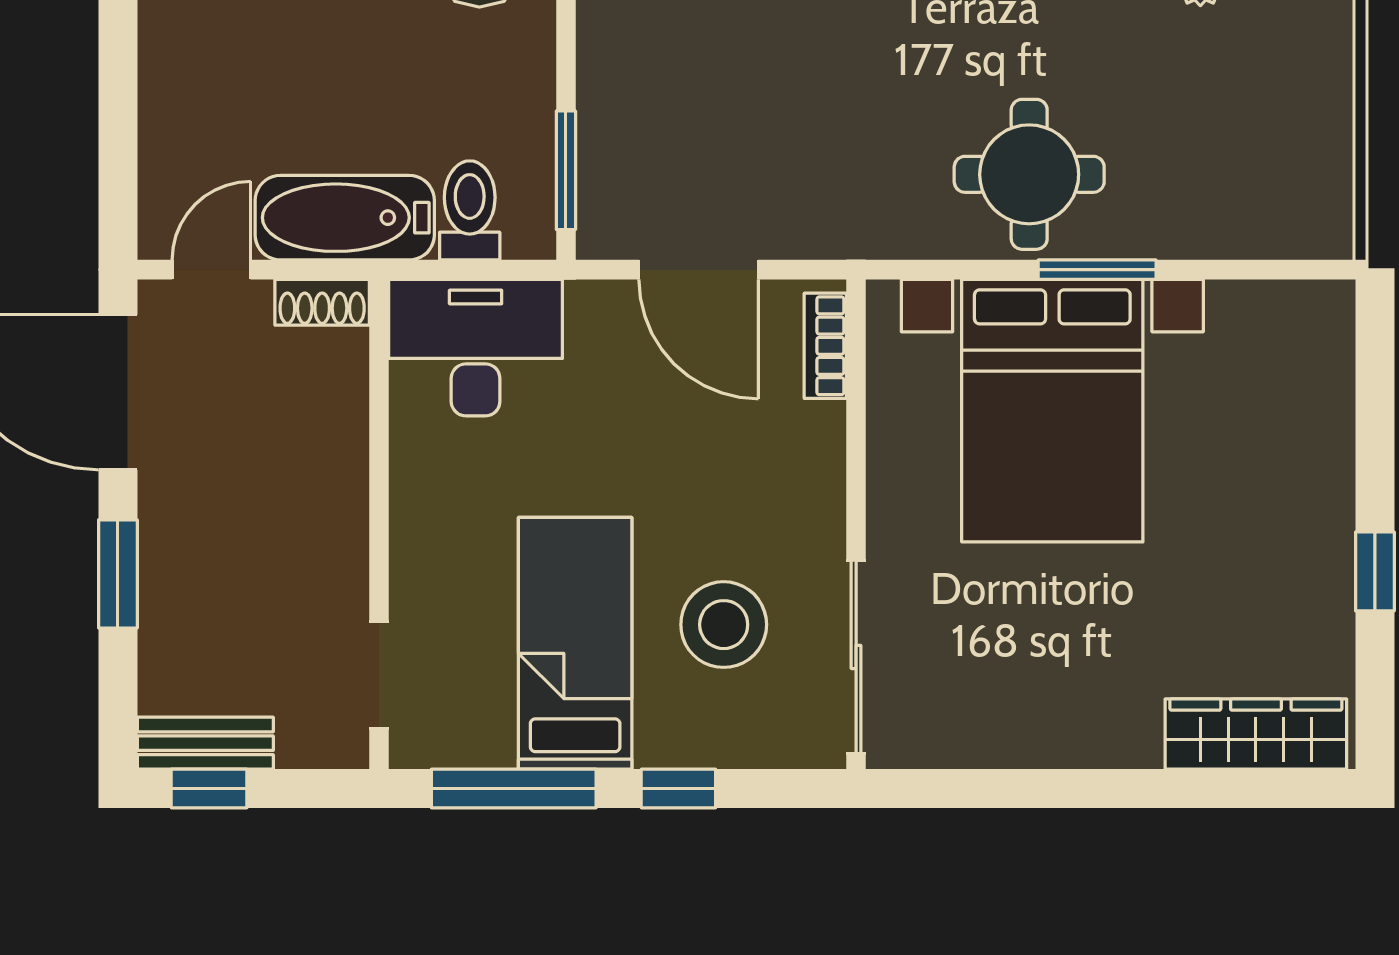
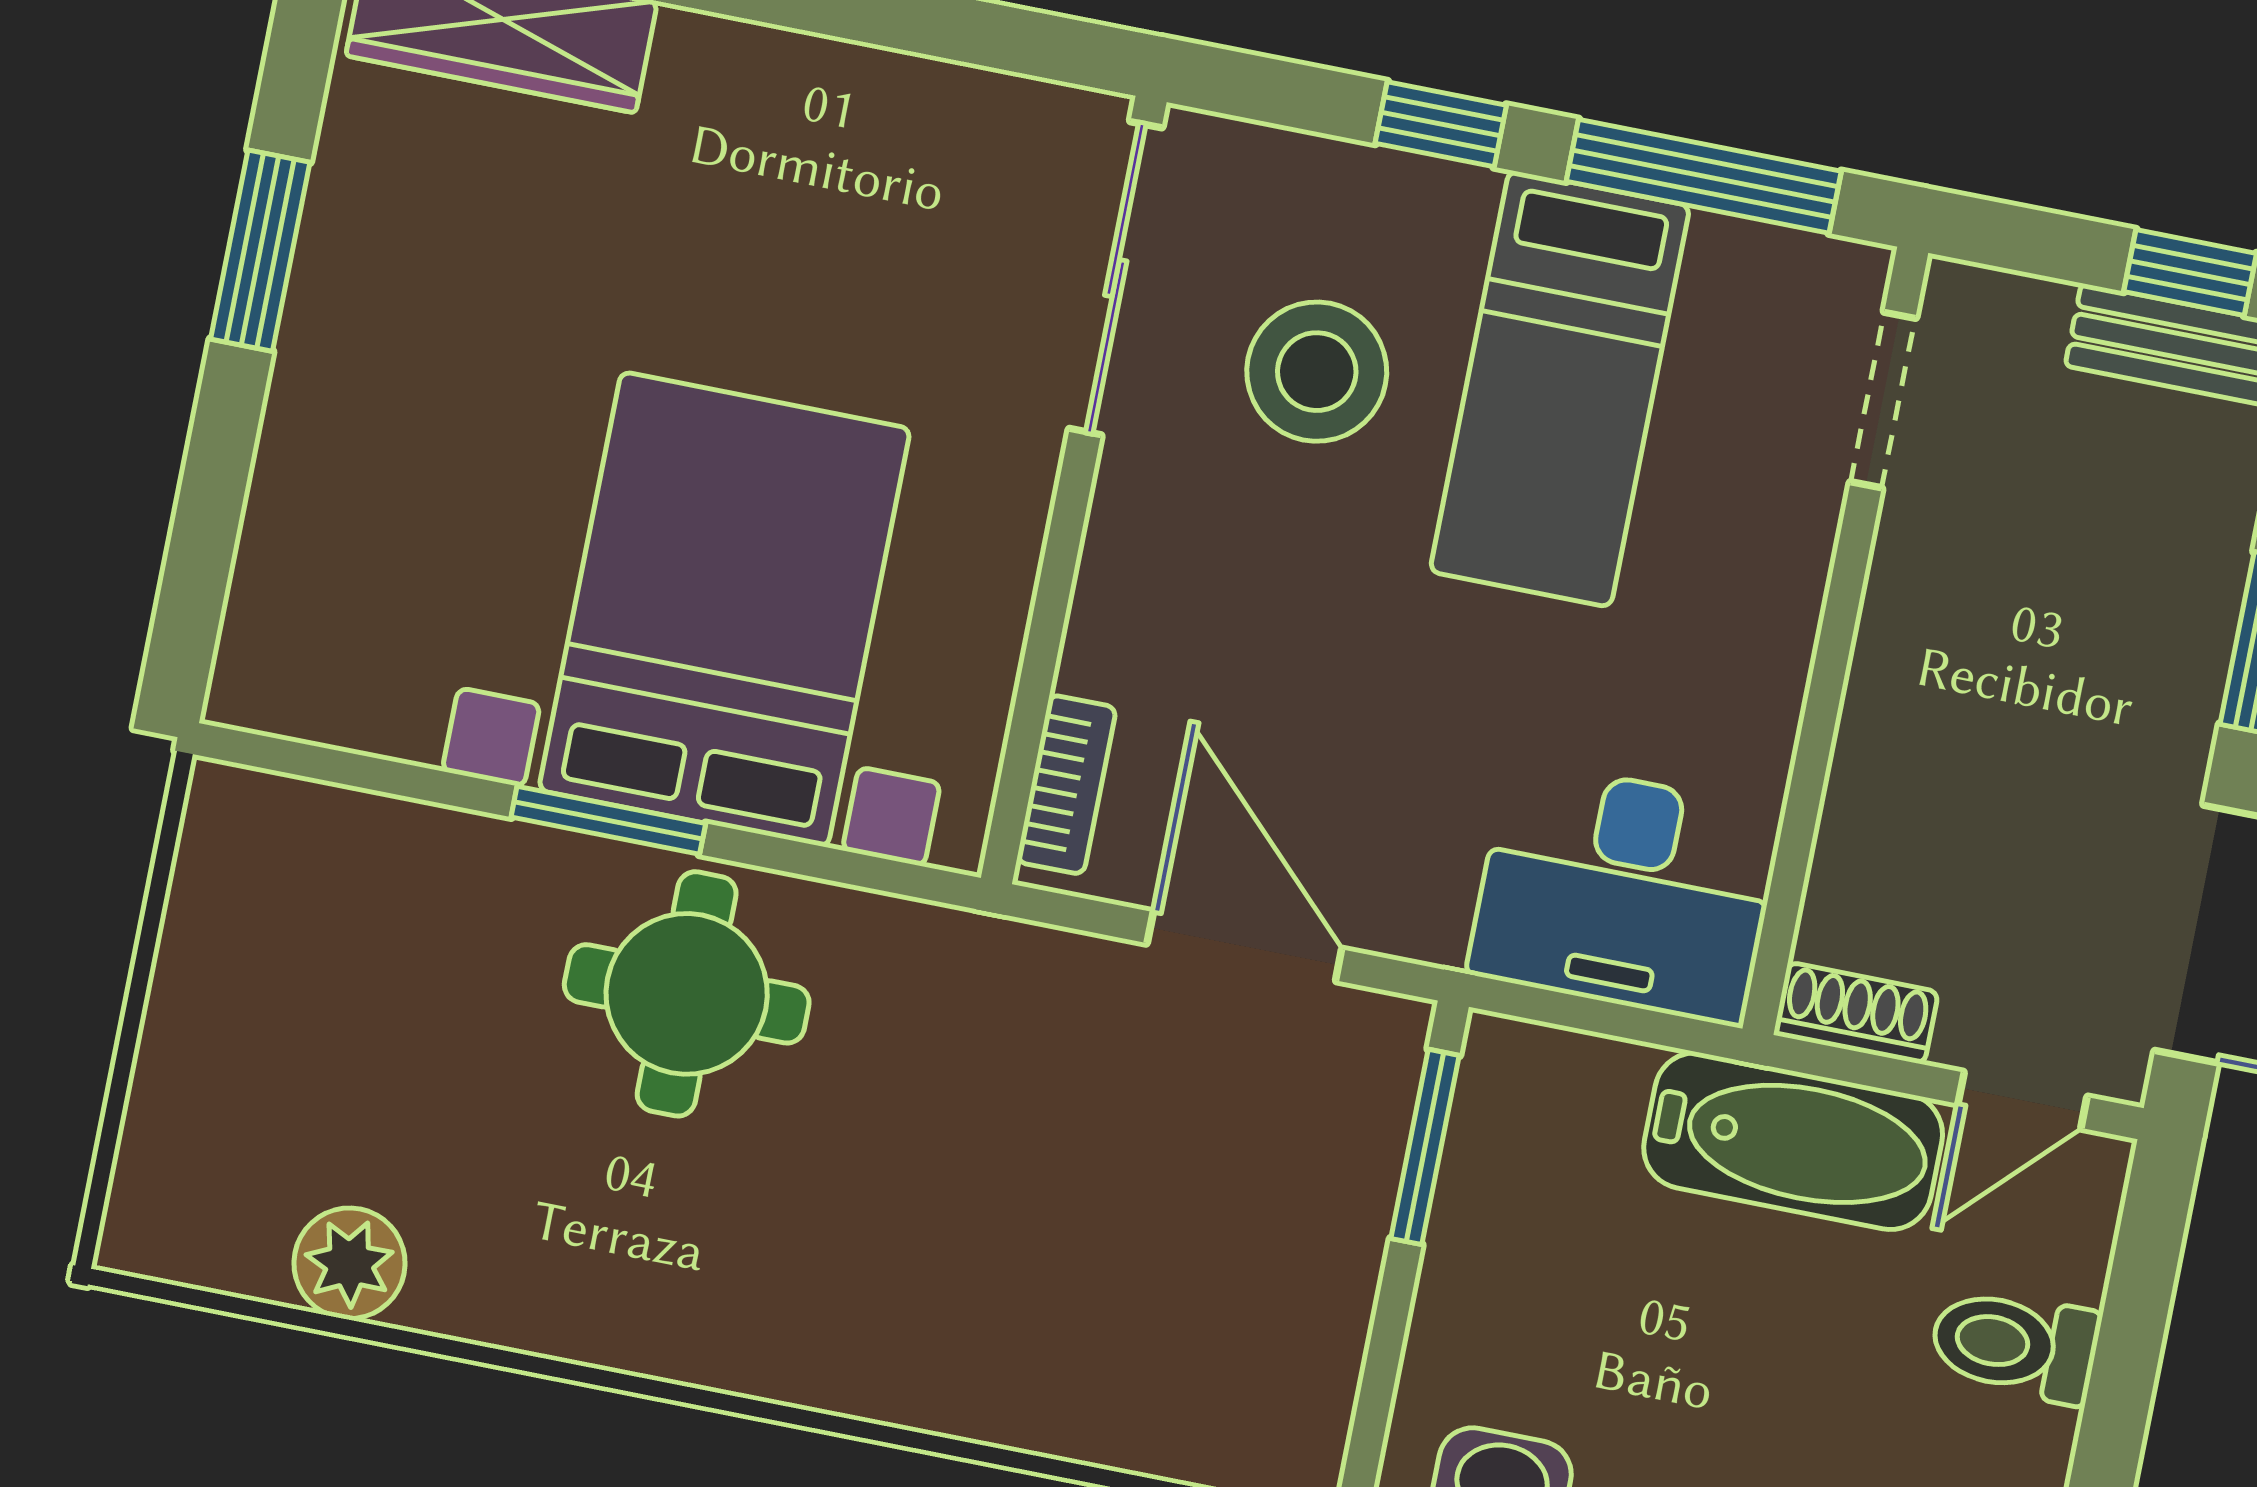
toilet: (470, 210) -> (2015, 1345), moved, turned 90
window: (1375, 571) -> (260, 251), width x1.50

